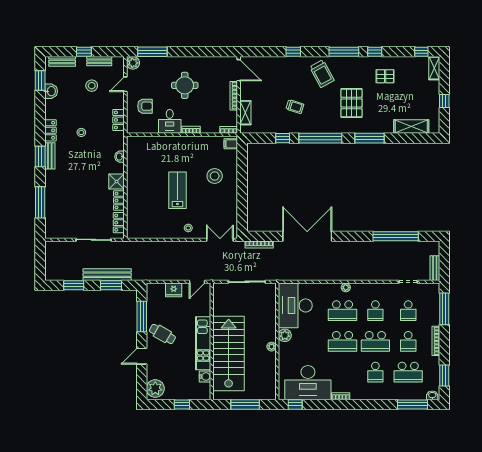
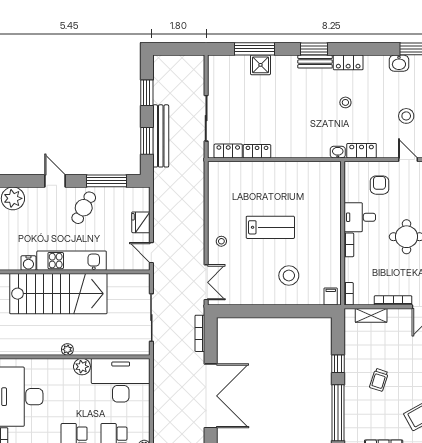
armchair: (145, 106) -> (379, 185), turned 180
washbasin: (120, 157) -> (338, 152), moved
shower: (117, 182) -> (260, 65), moved

